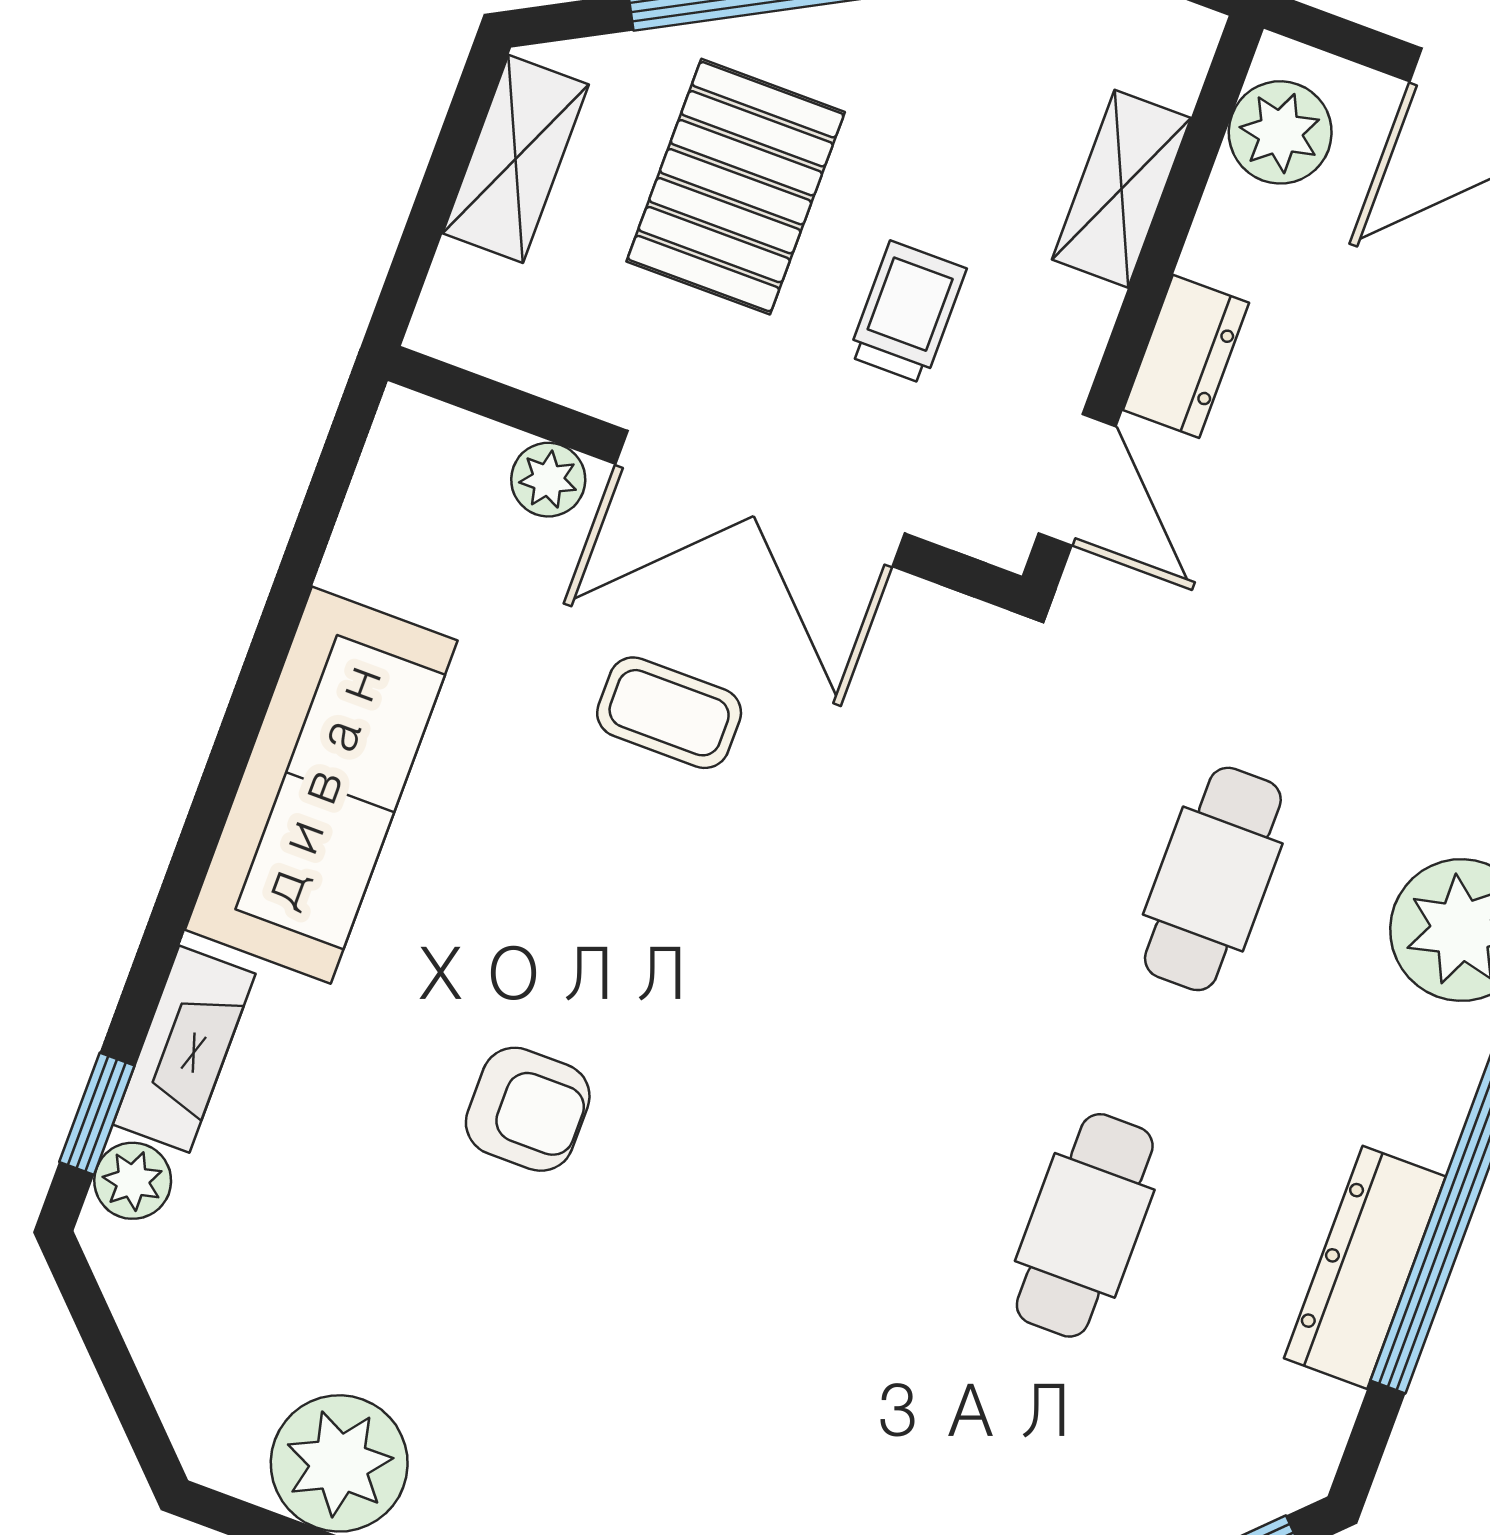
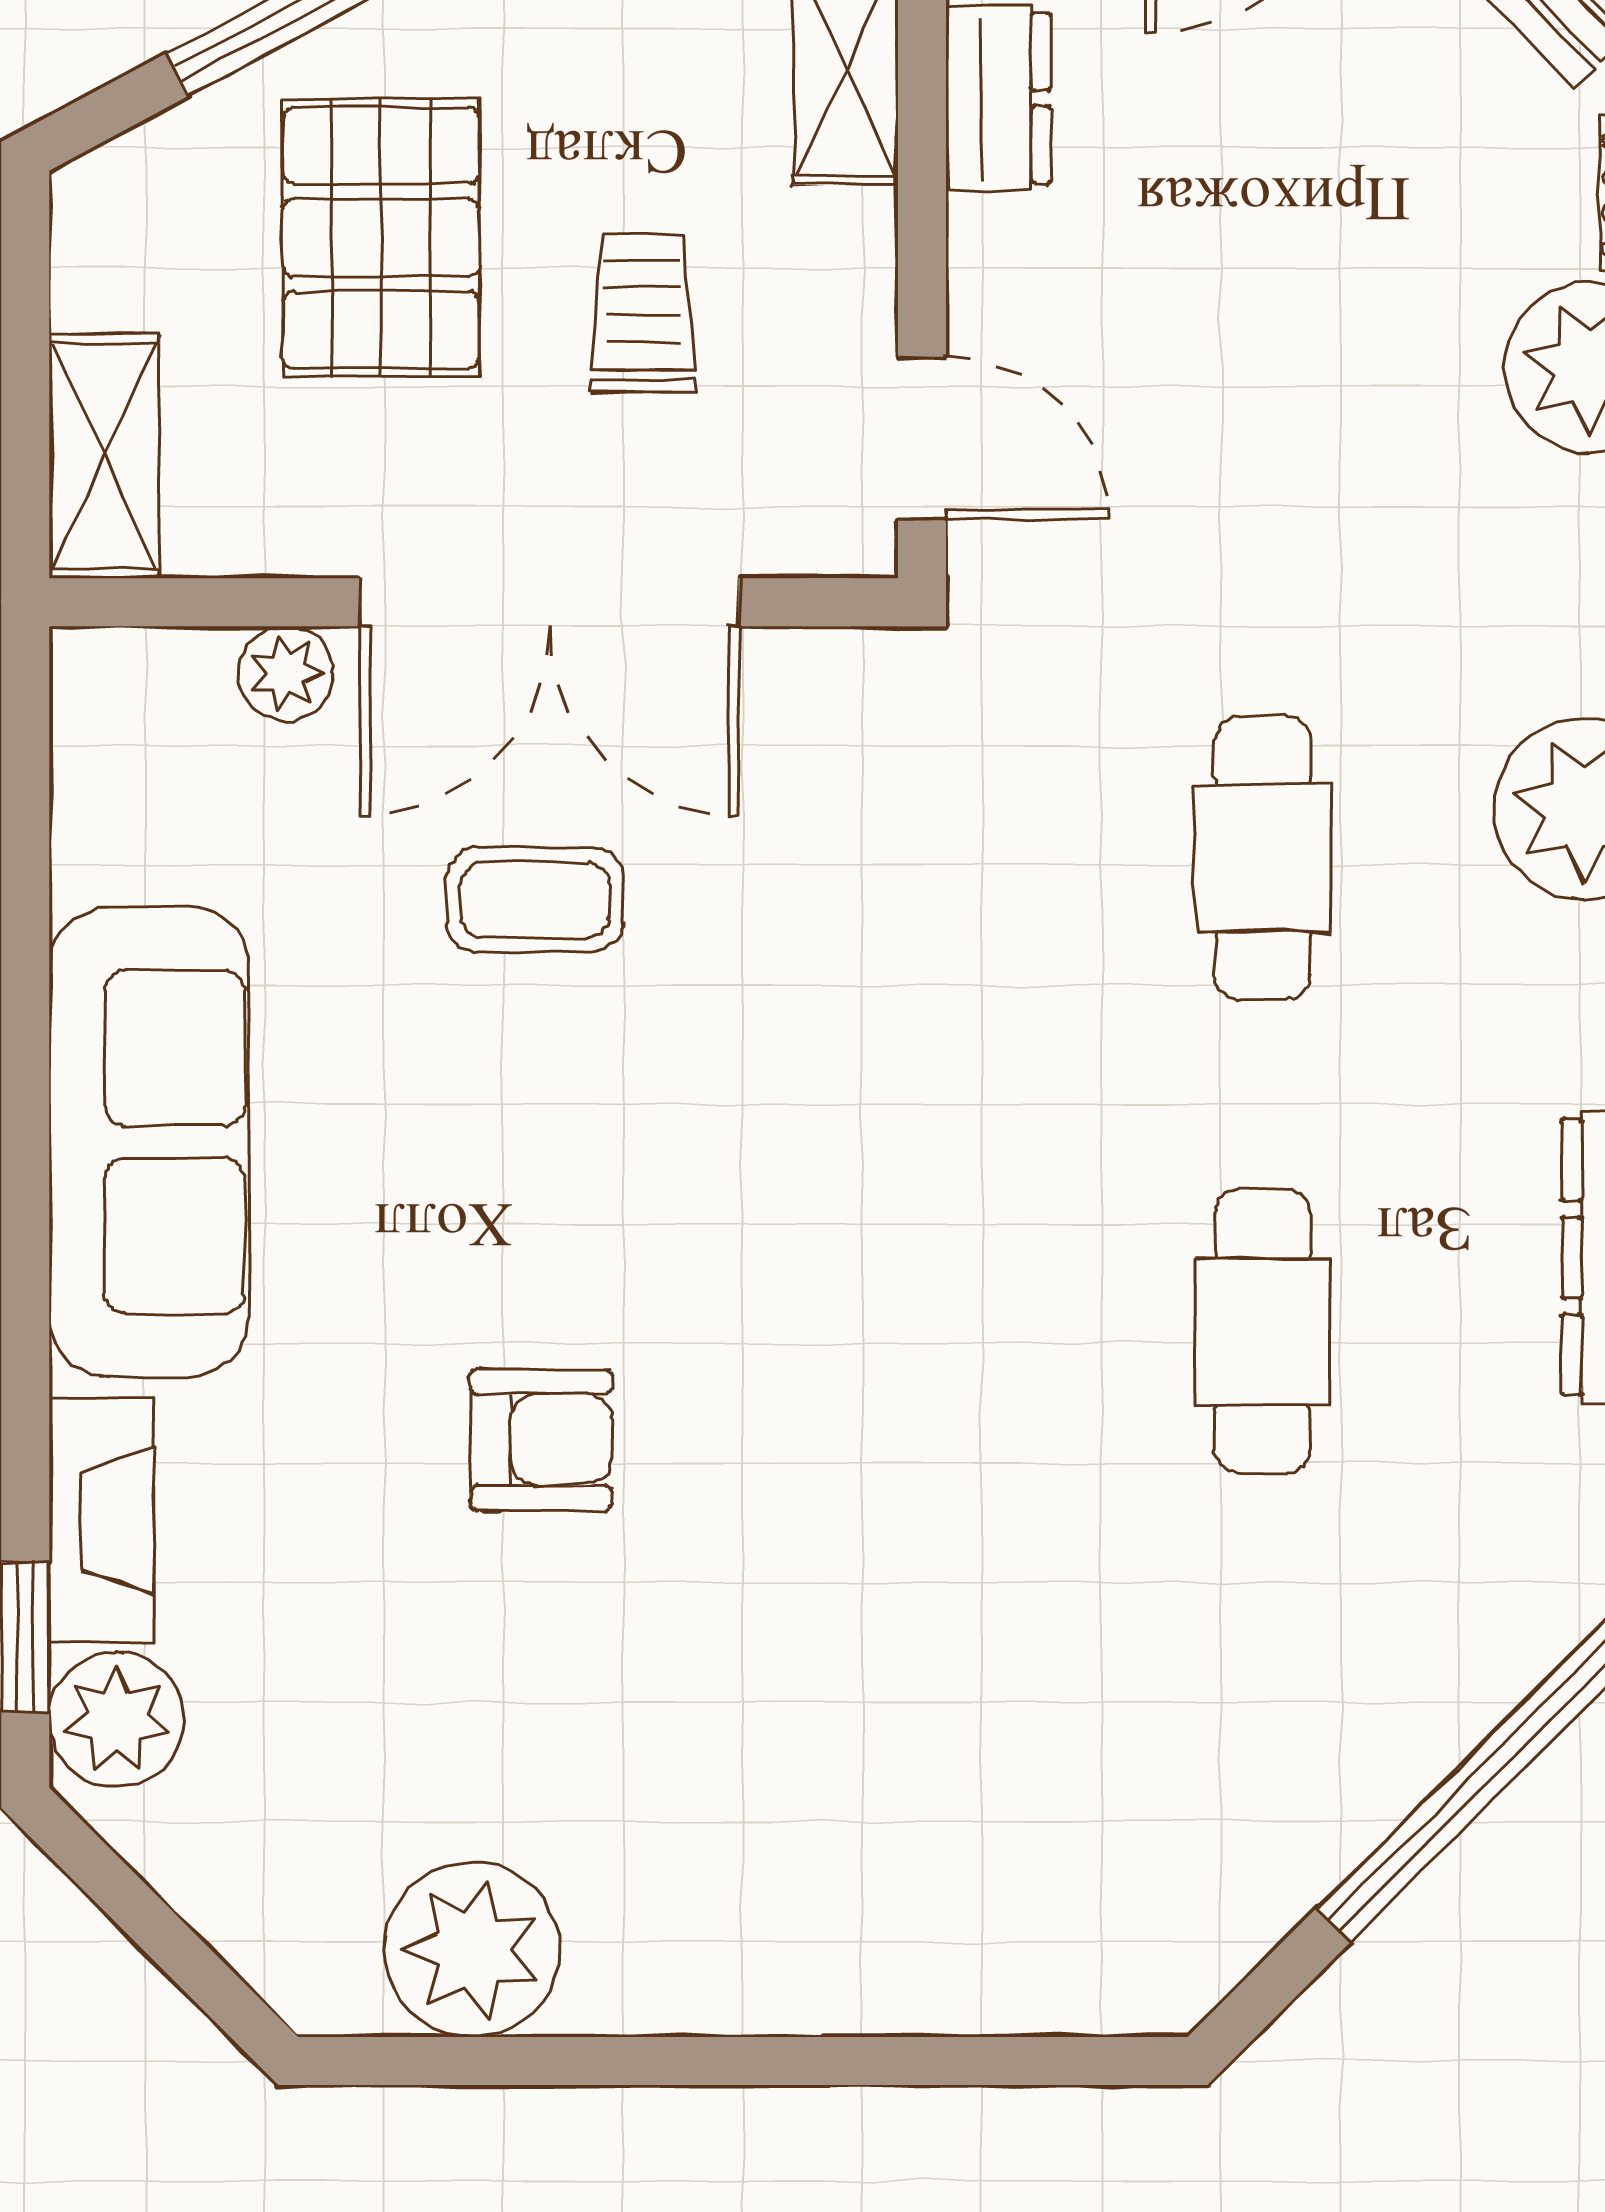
shelving: (516, 159) -> (104, 456), moved
dresser: (1186, 356) -> (998, 98), moved
plant: (133, 1181) -> (117, 1720), width x1.38, depth x1.38

